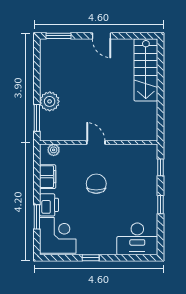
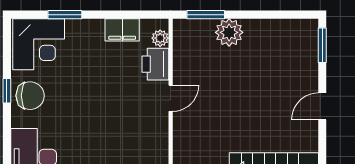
chair: (96, 184) -> (30, 96), moved
printer: (49, 205) -> (155, 64), moved, turned 90

